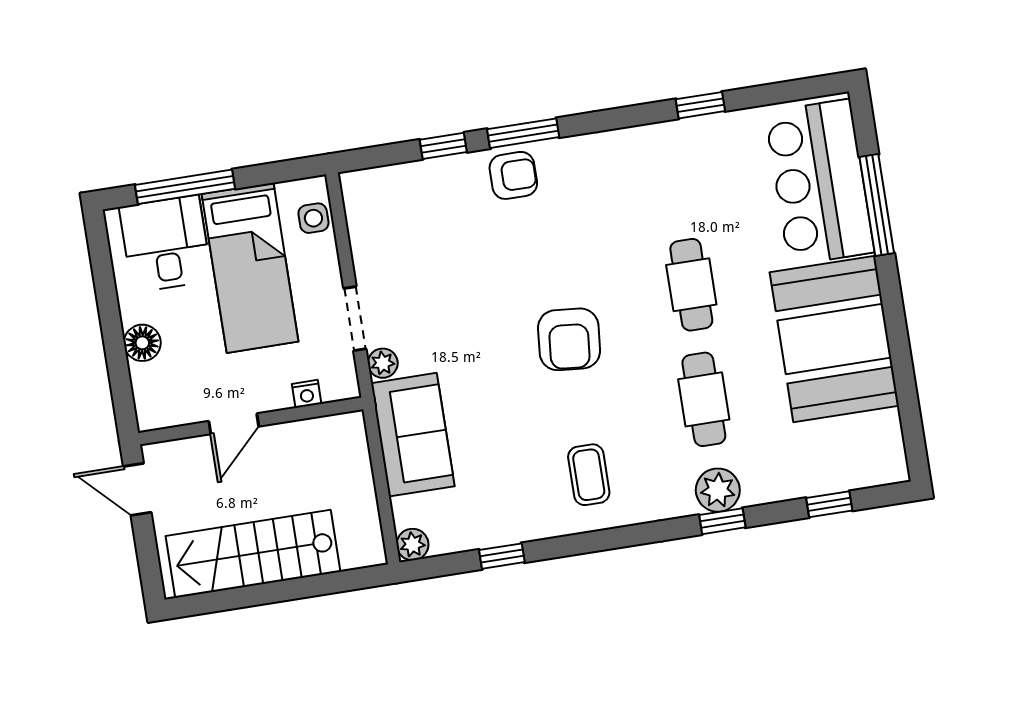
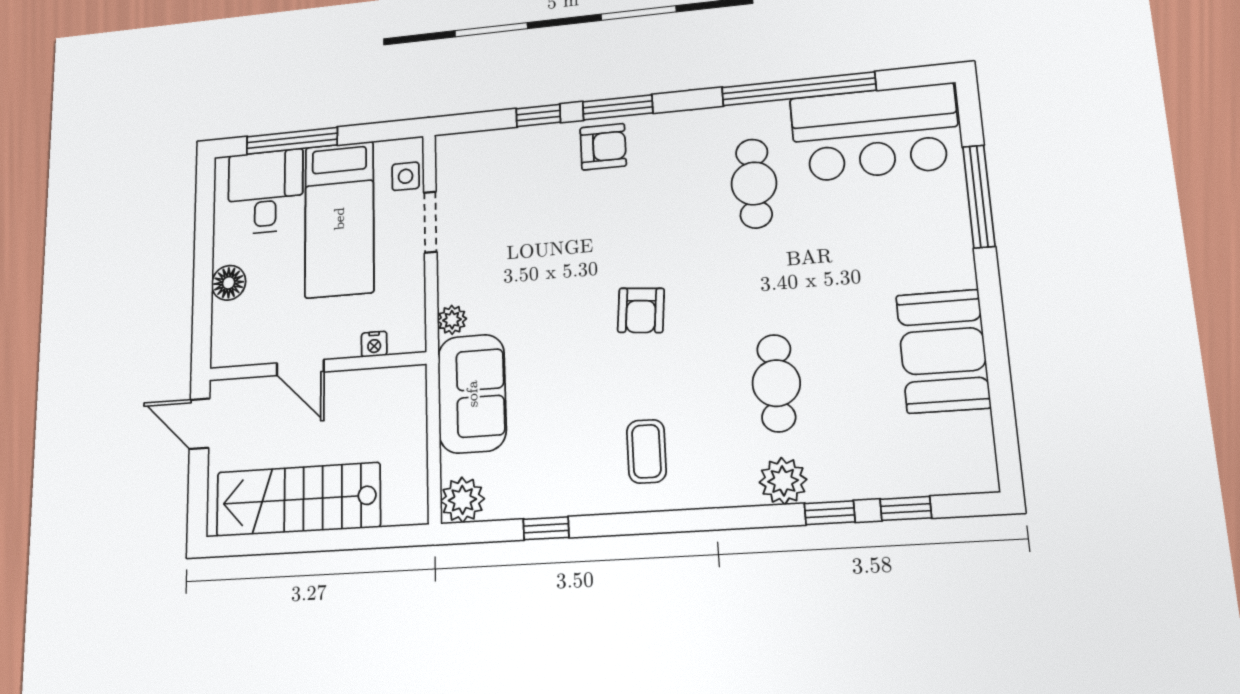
window: (700, 105) -> (799, 89), width x3.17
bar counter: (820, 182) -> (875, 133), moved, turned -90
cafe table: (691, 285) -> (754, 183), moved
doorway: (355, 319) -> (430, 222), moved
armchair: (569, 339) -> (641, 310), width x0.72, depth x0.72
booth: (834, 339) -> (943, 351), width x0.73, depth x0.70
door: (234, 424) -> (300, 368), hinge flipped
window: (722, 521) -> (830, 513), moved
plant: (413, 545) -> (462, 500), width x1.38, depth x1.38

